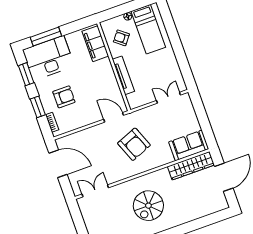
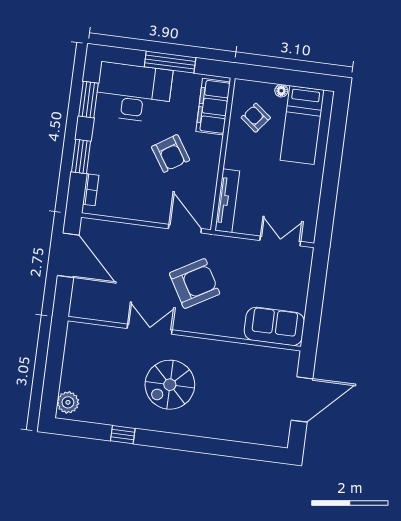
window: (46, 37) -> (170, 62), moved
tv unit: (123, 75) -> (227, 201), moved
armchair: (64, 97) -> (171, 153), moved, turned 57
armchair: (134, 144) -> (195, 283), turned -98
wardrobe: (191, 166) -> (262, 358), removed
double door: (95, 191) -> (150, 329), moved

